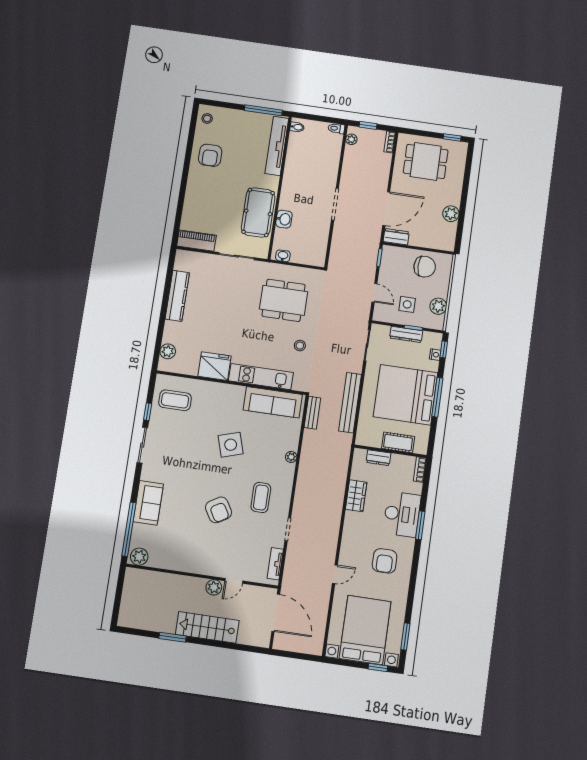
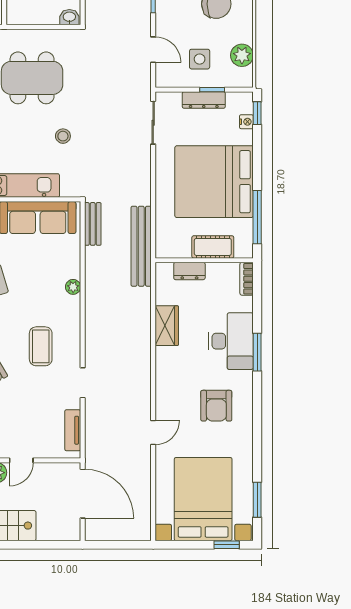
washbasin: (283, 256) -> (69, 17), moved
window: (437, 397) -> (257, 217), moved
bench: (350, 403) -> (141, 246), moved

